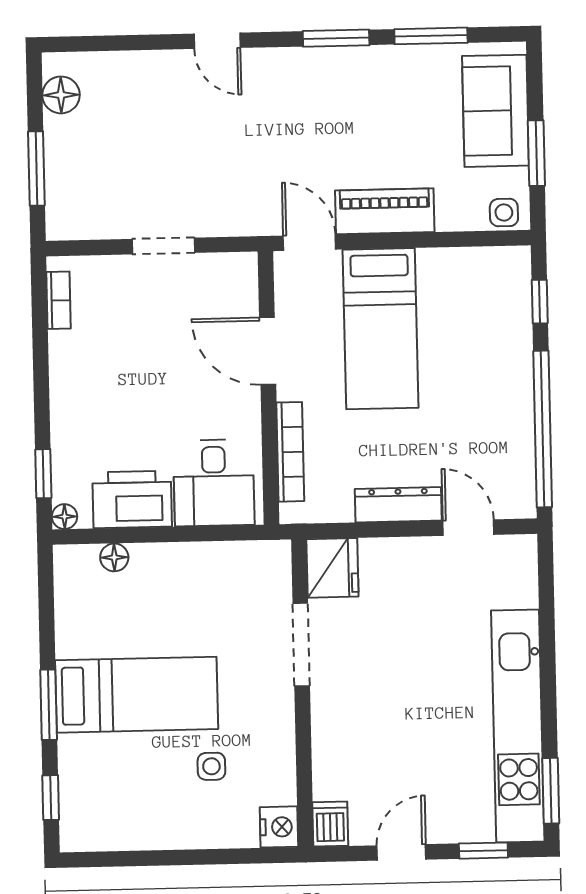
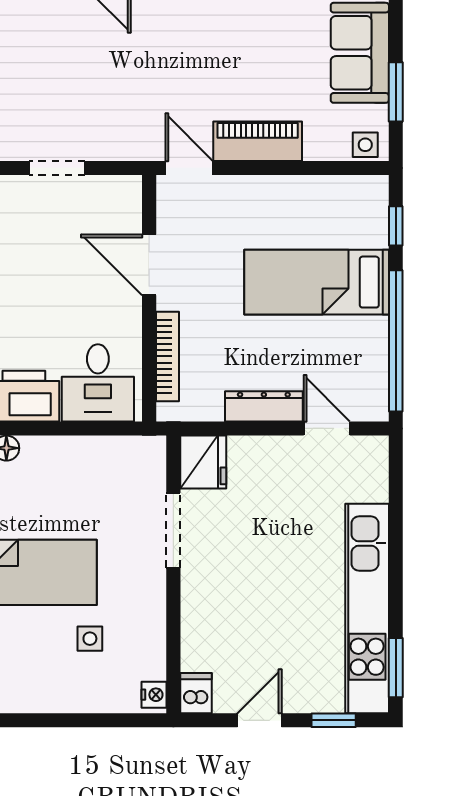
bed: (380, 329) -> (317, 282), moved, turned 90
nightstand: (279, 827) -> (154, 695), width x0.72, depth x0.74

